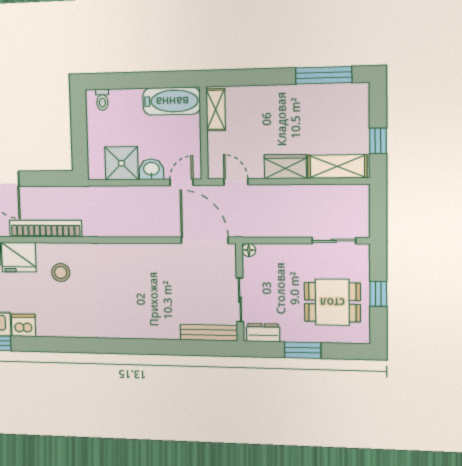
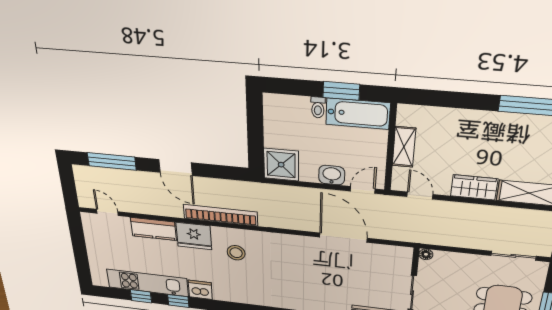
window: (155, 80) -> (341, 91), added
toilet: (102, 100) -> (318, 107), moved
shelving: (216, 110) -> (404, 147), moved
shower: (121, 163) -> (281, 165), moved
door: (205, 240) -> (343, 238), moved

